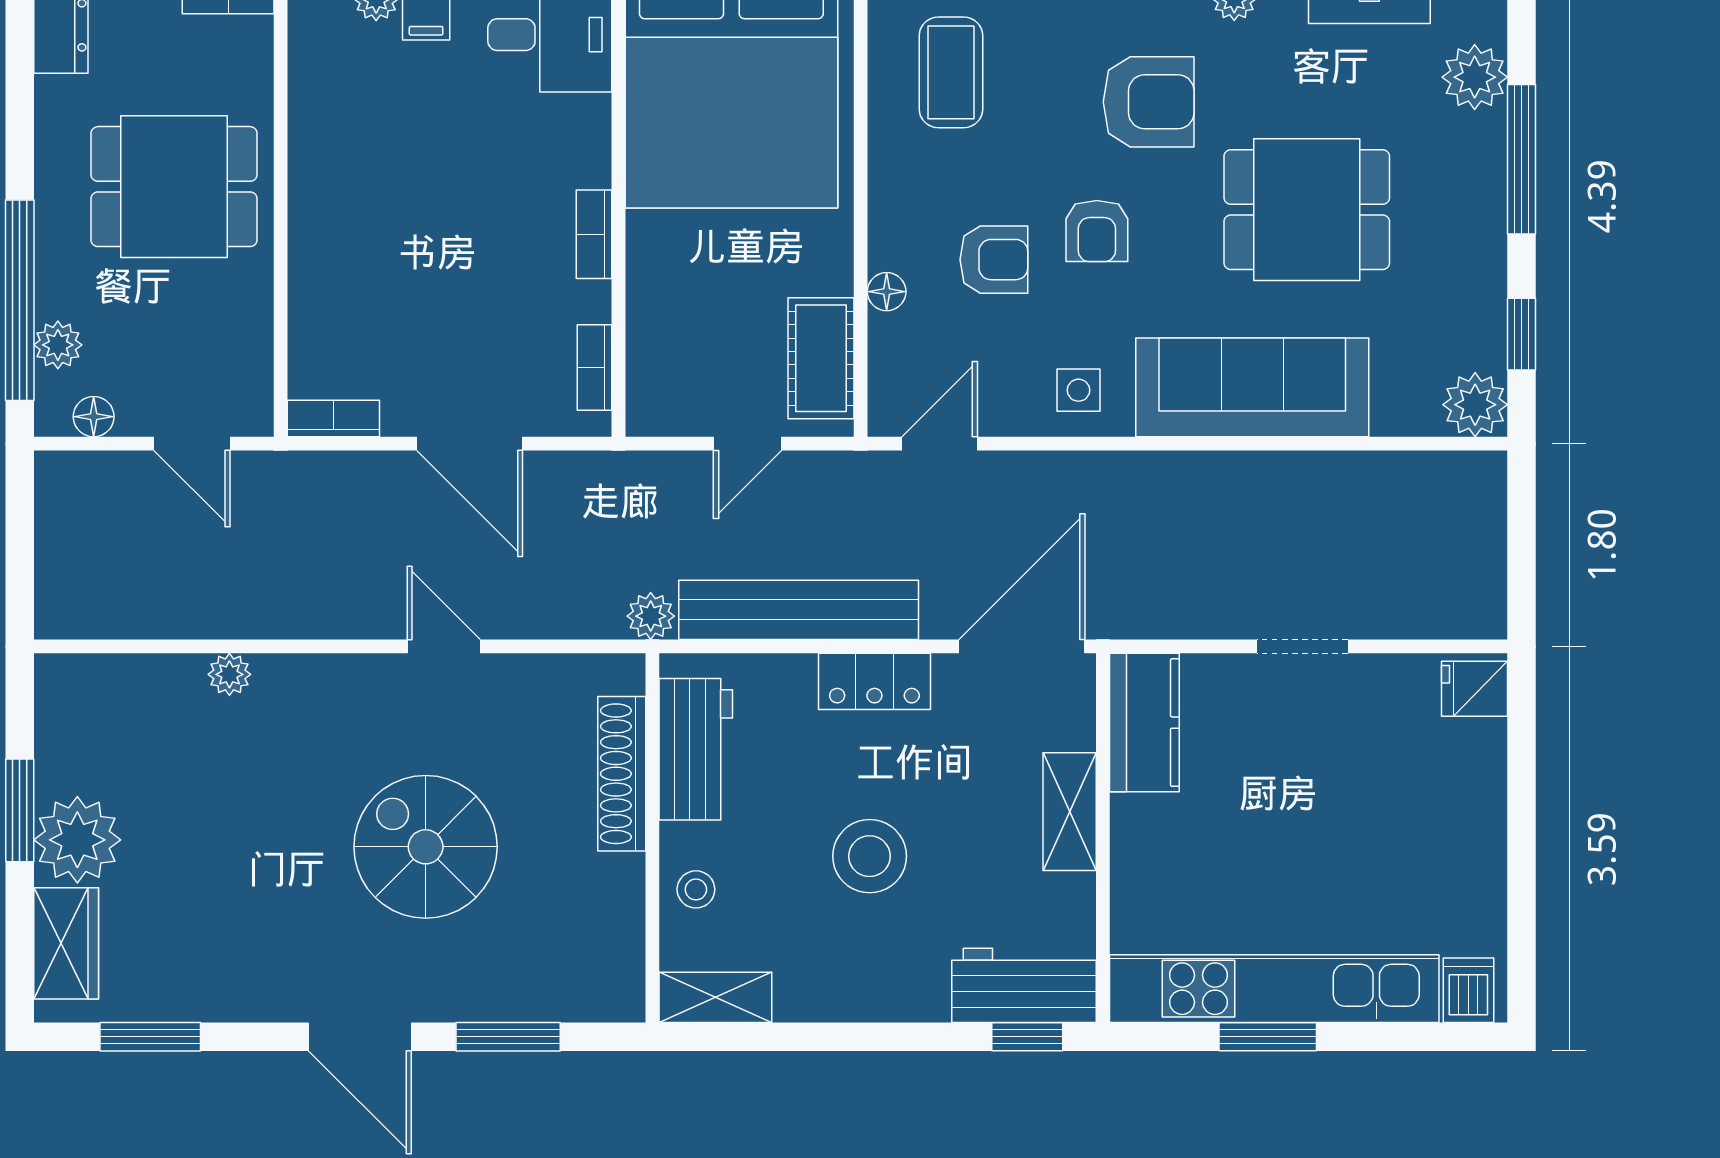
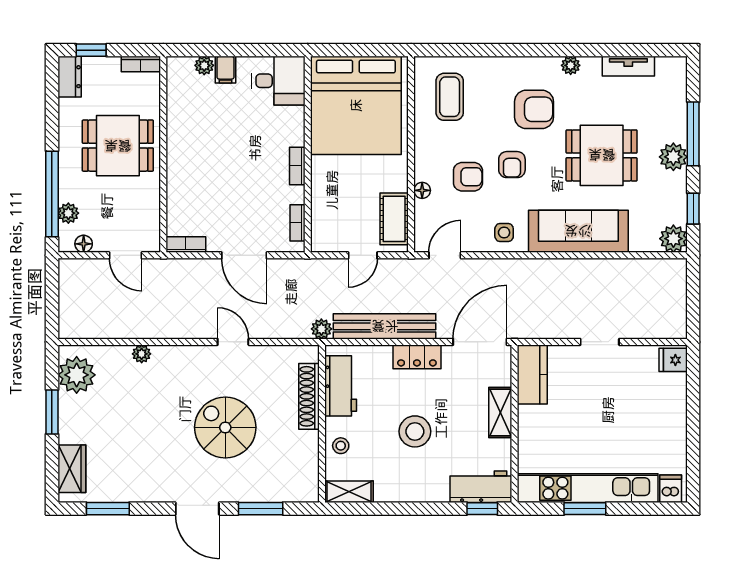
plant: (1475, 77) -> (673, 157), moved
plant: (77, 840) -> (77, 375), moved

